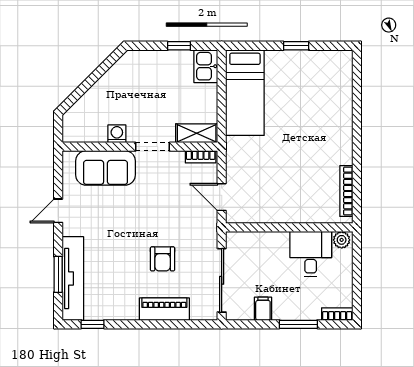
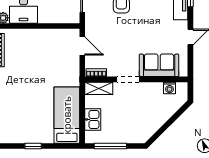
window: (179, 46) -> (110, 146), width x2.17
kitchen sink: (206, 66) -> (93, 119), moved
washing machine: (117, 134) -> (170, 88), moved

